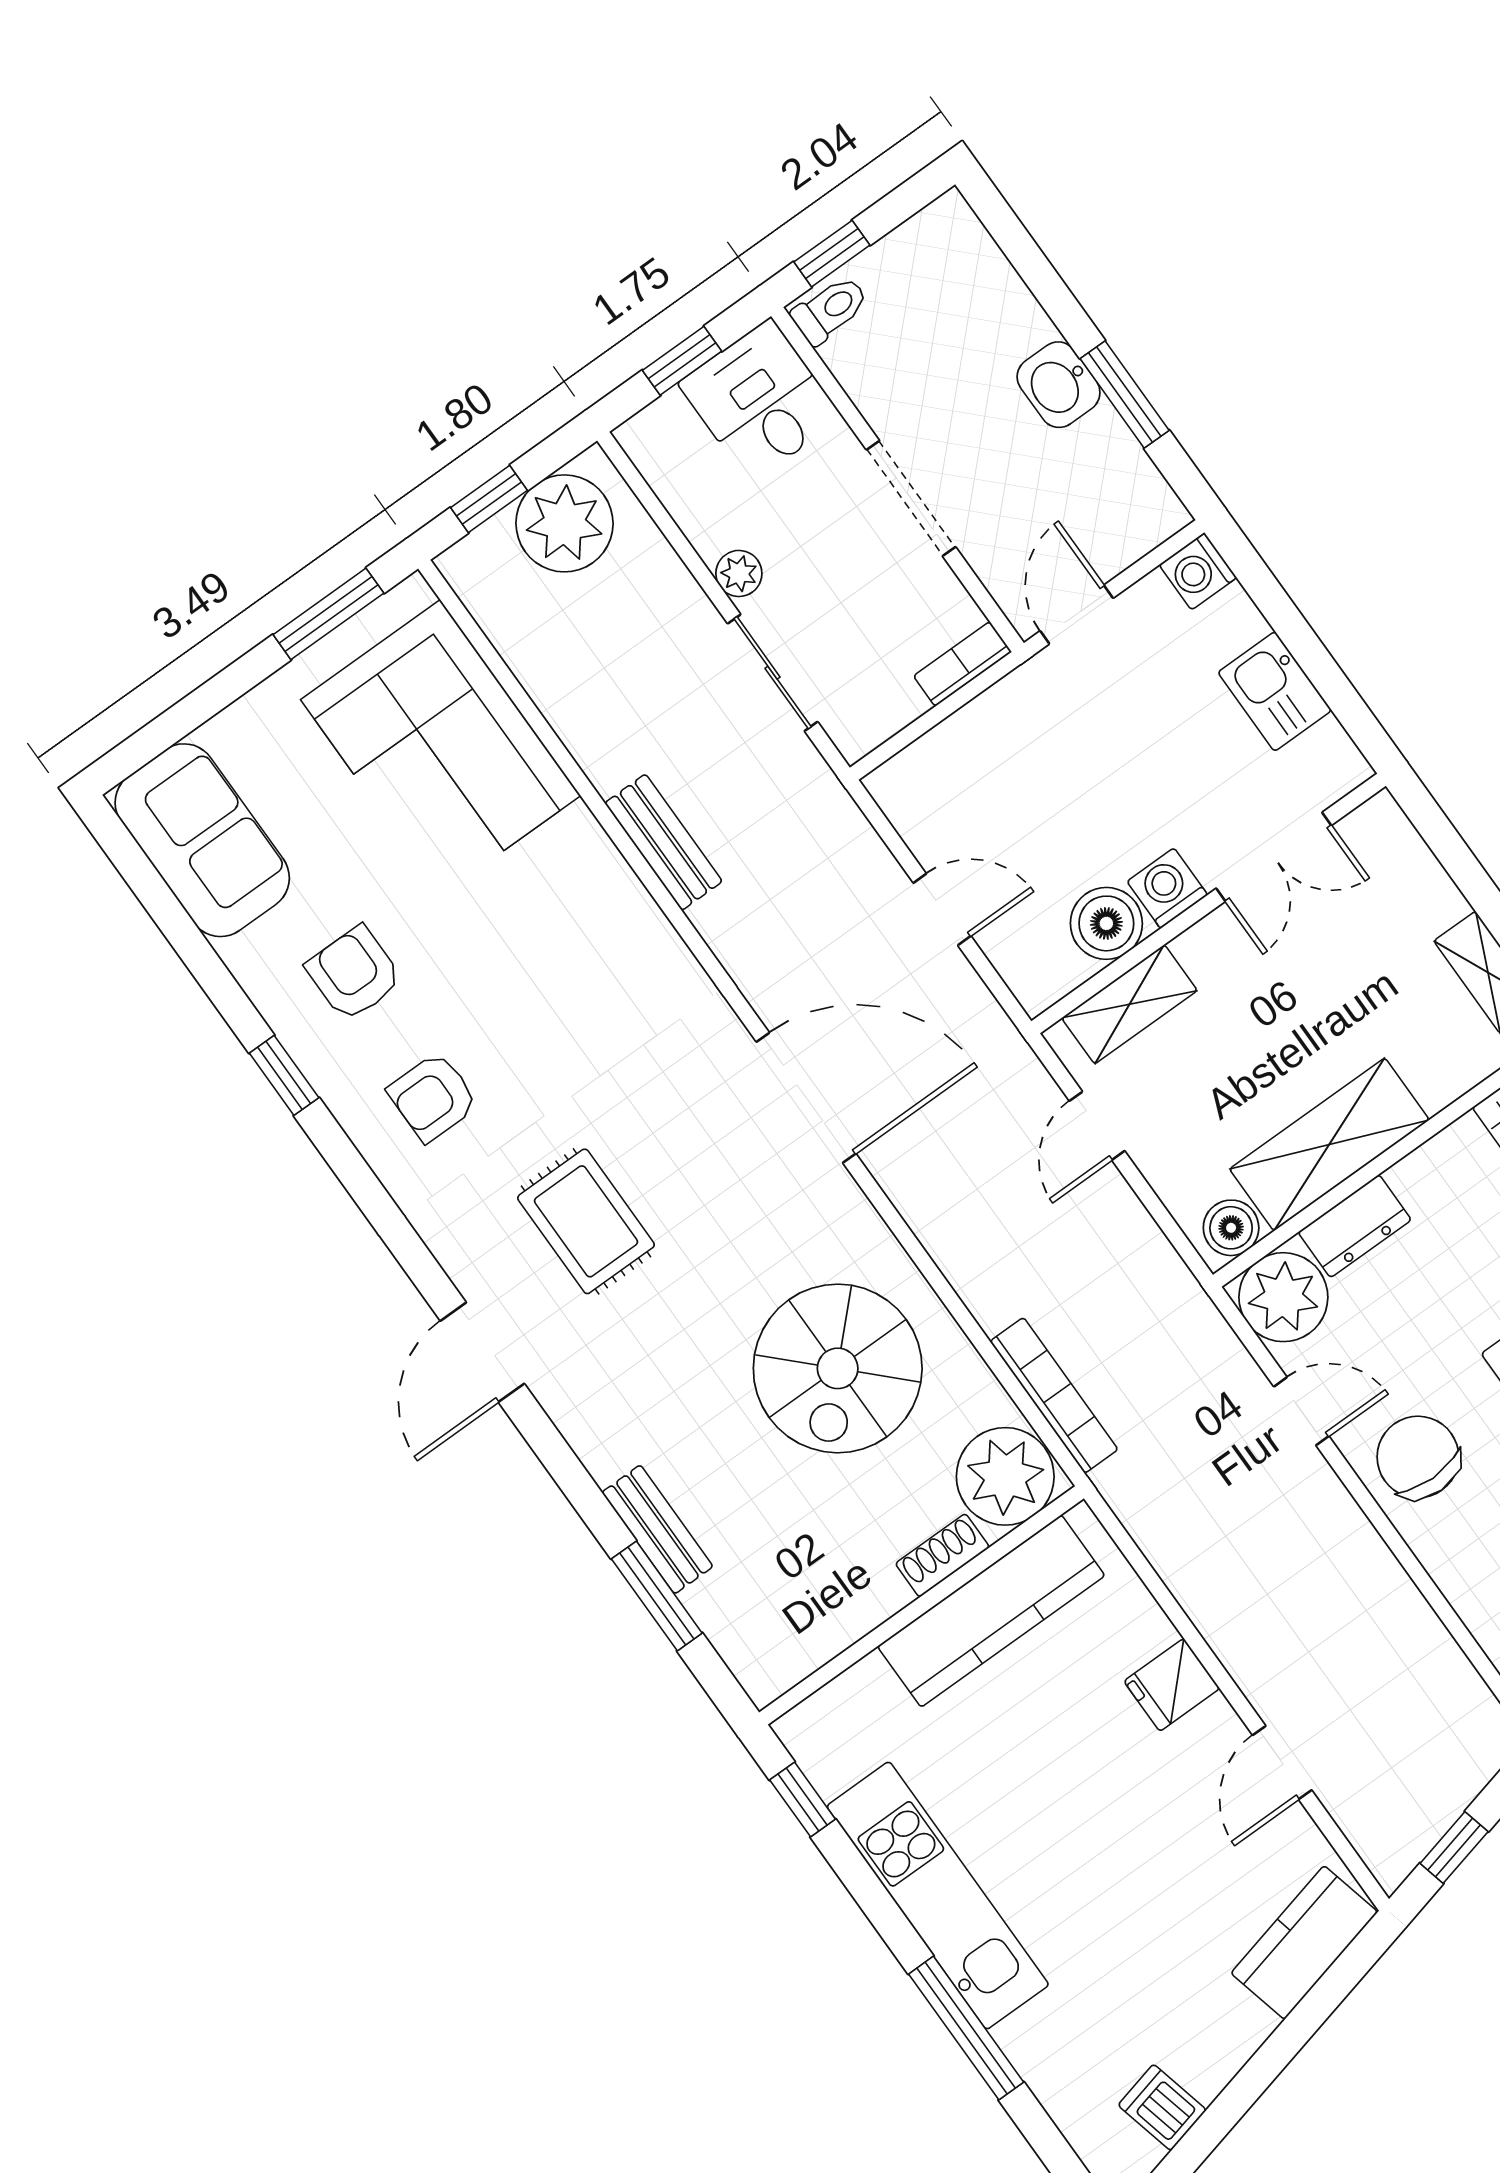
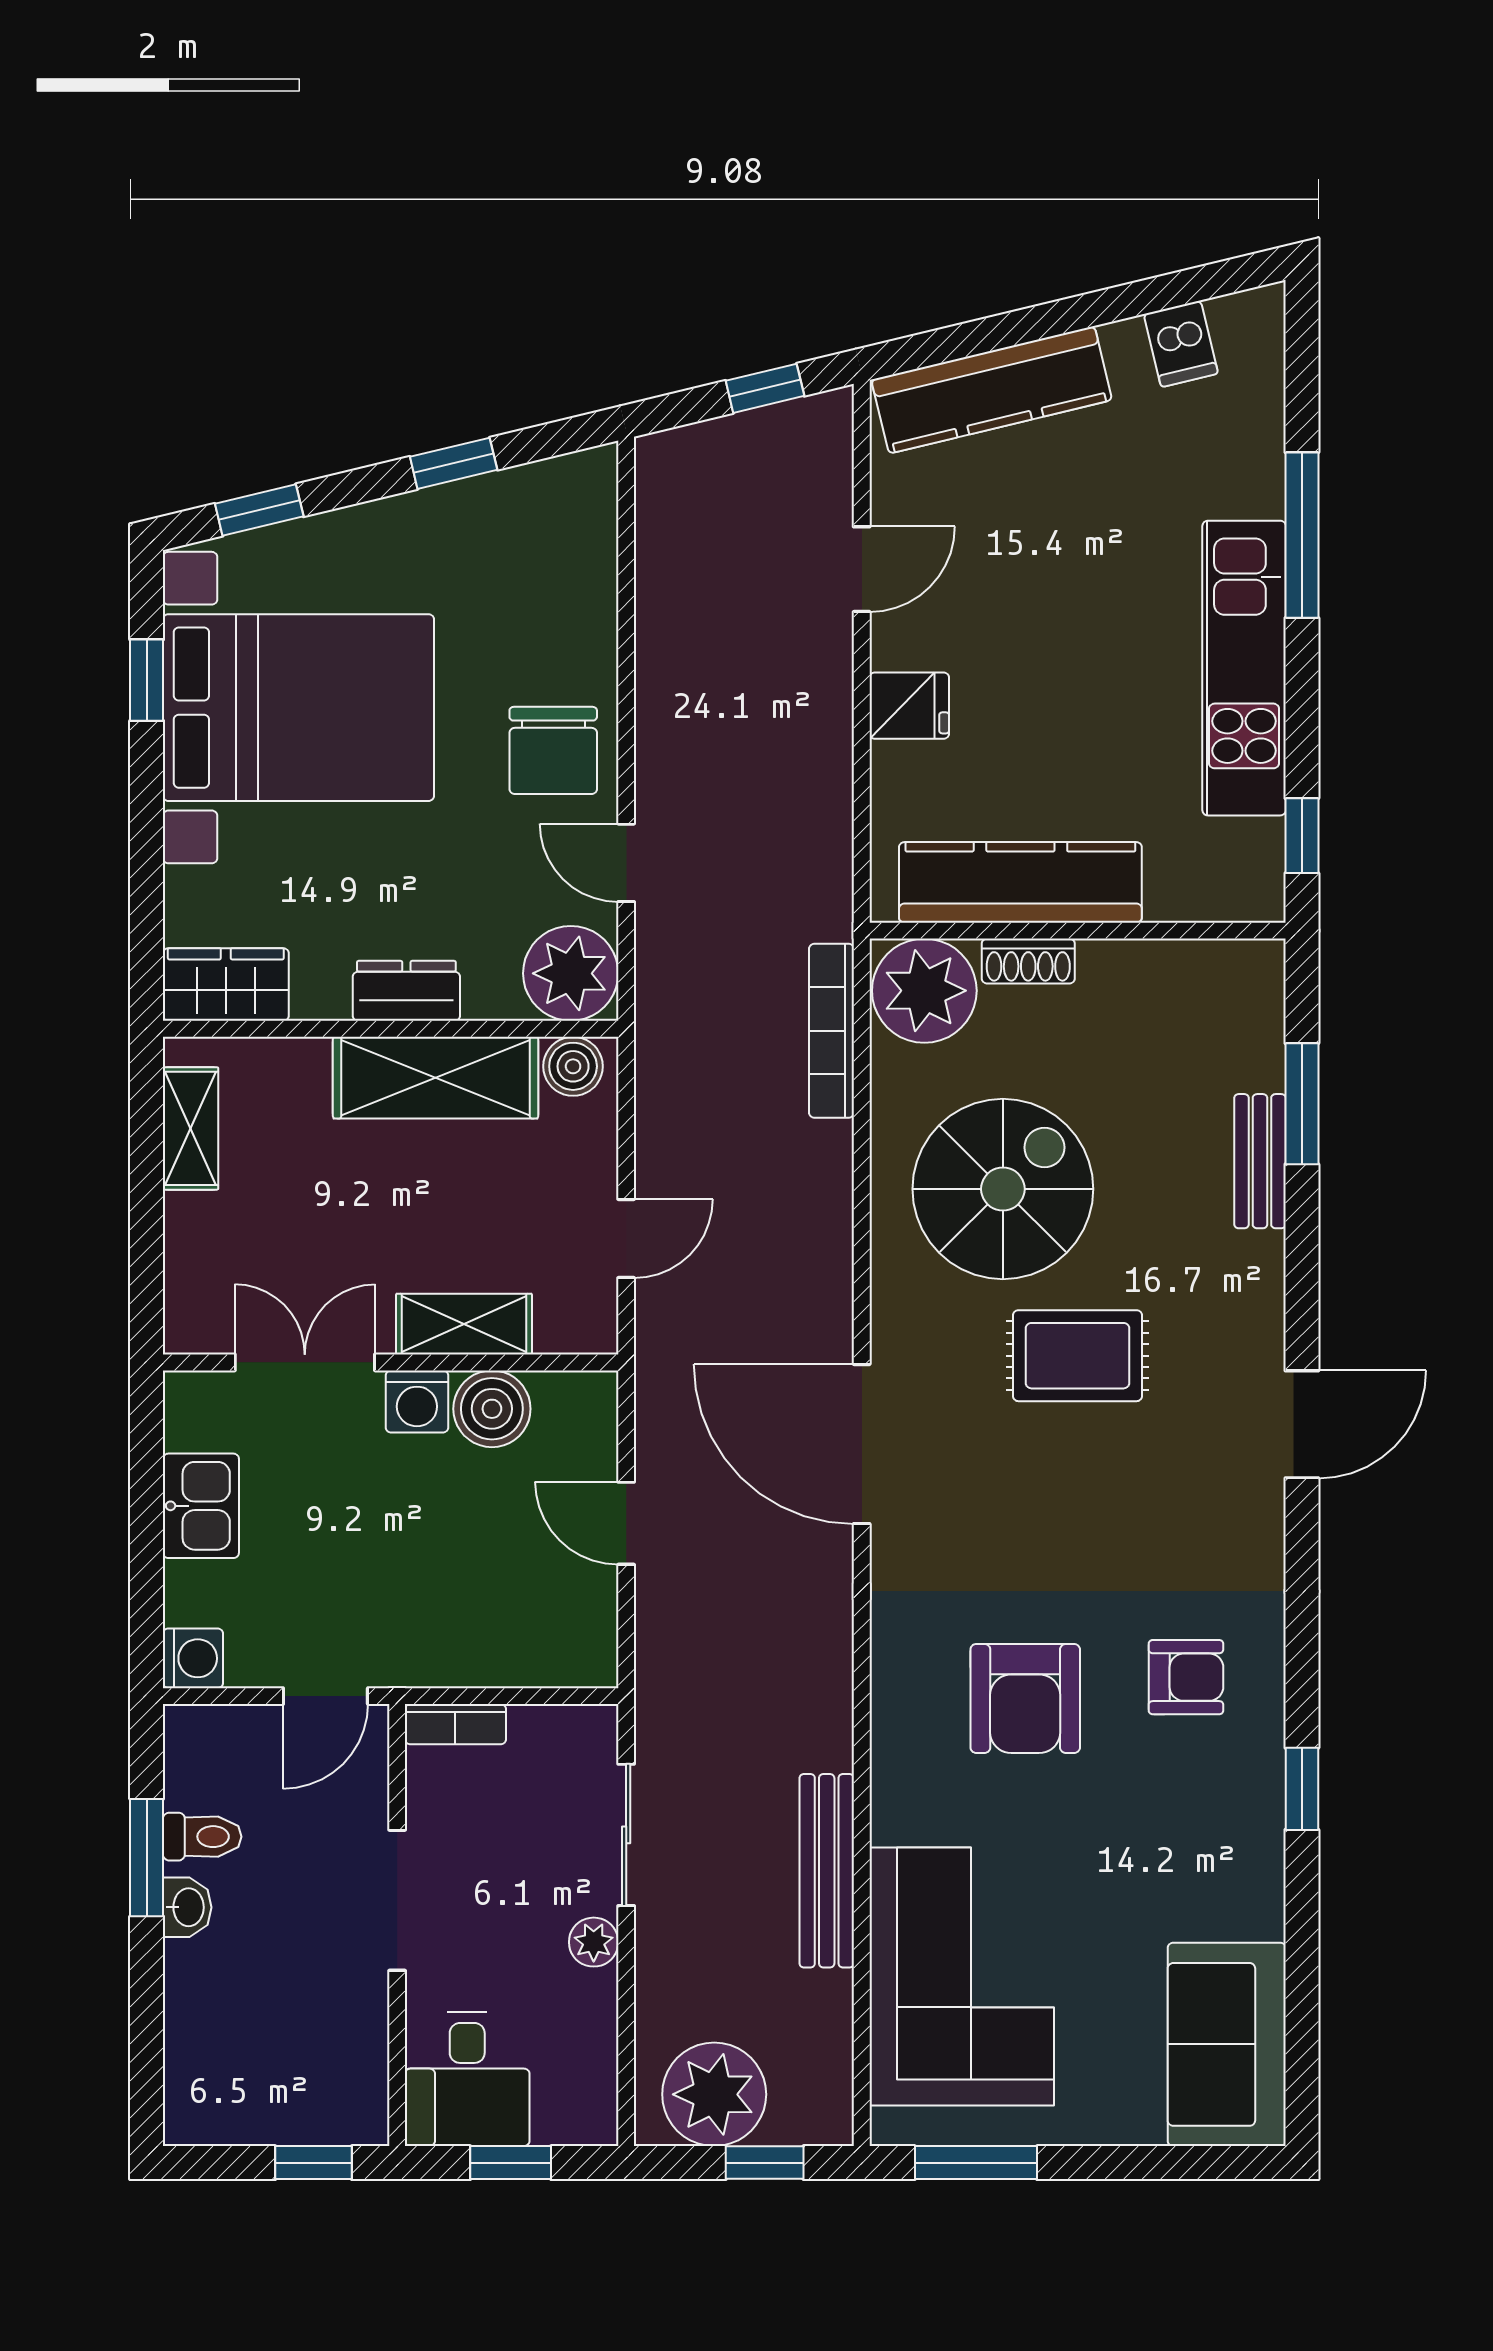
toilet: (830, 310) -> (202, 1837), moved, turned 180
washbasin: (1059, 385) -> (187, 1907), width x0.72, depth x0.69
bench: (663, 842) -> (827, 1871), moved, width x1.36
armchair: (354, 973) -> (1025, 1698), moved, width x1.38, depth x1.38
shelving: (1129, 1004) -> (464, 1324), moved
rug: (586, 1221) -> (1078, 1356), moved, turned 90
dresser: (1355, 1226) -> (406, 991), moved
kitchen counter: (1304, 1943) -> (992, 390), width x1.50

